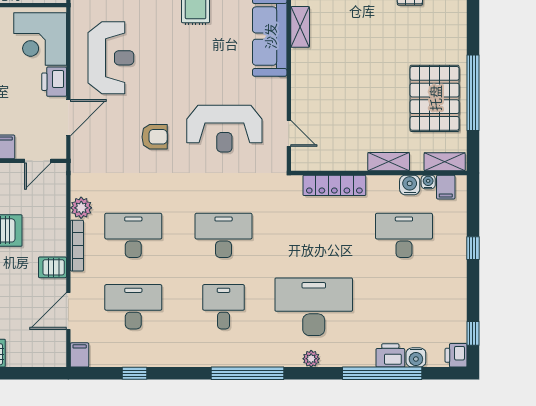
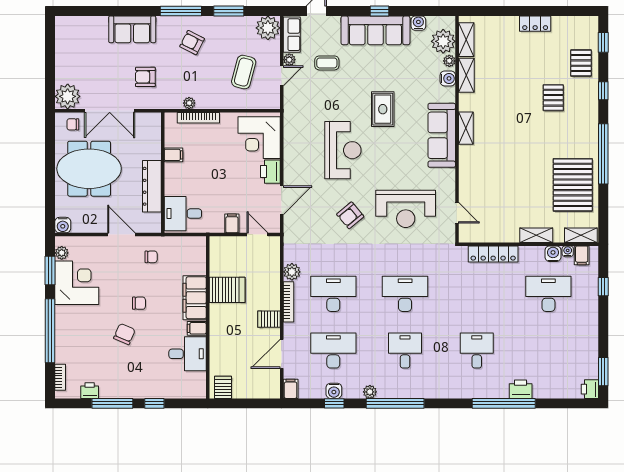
reception desk: (111, 58) -> (343, 150), moved
window: (473, 93) -> (603, 154), moved
armchair: (155, 137) -> (350, 215), turned 140
door: (38, 161) -> (257, 235), swing flipped
window: (473, 248) -> (603, 287), moved
desk: (314, 307) -> (477, 351), width x0.53, depth x0.77
window: (473, 333) -> (603, 372), width x1.50
printer: (390, 355) -> (521, 389), moved
water cooler: (416, 357) -> (334, 391), moved
plant: (311, 359) -> (370, 392), moved
window: (248, 373) -> (395, 403), moved
window: (382, 373) -> (504, 403), moved

